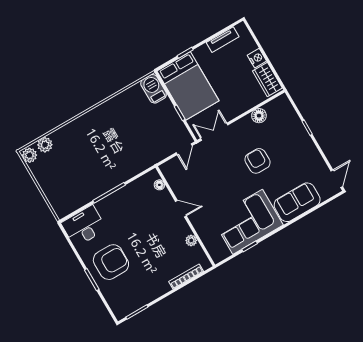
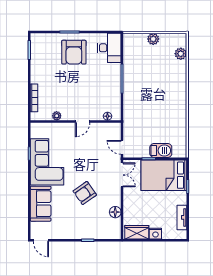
barbecue: (154, 89) -> (161, 151), moved
plant: (30, 155) -> (153, 39), moved
armchair: (257, 161) -> (85, 193), turned 145

